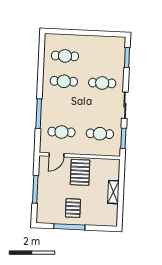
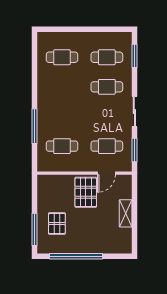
cafe table: (64, 81) -> (107, 57), moved
door: (56, 155) -> (106, 173), moved
window: (35, 189) -> (34, 229), moved
pallet: (73, 208) -> (57, 223), moved
window: (69, 227) -> (76, 256), width x1.46

